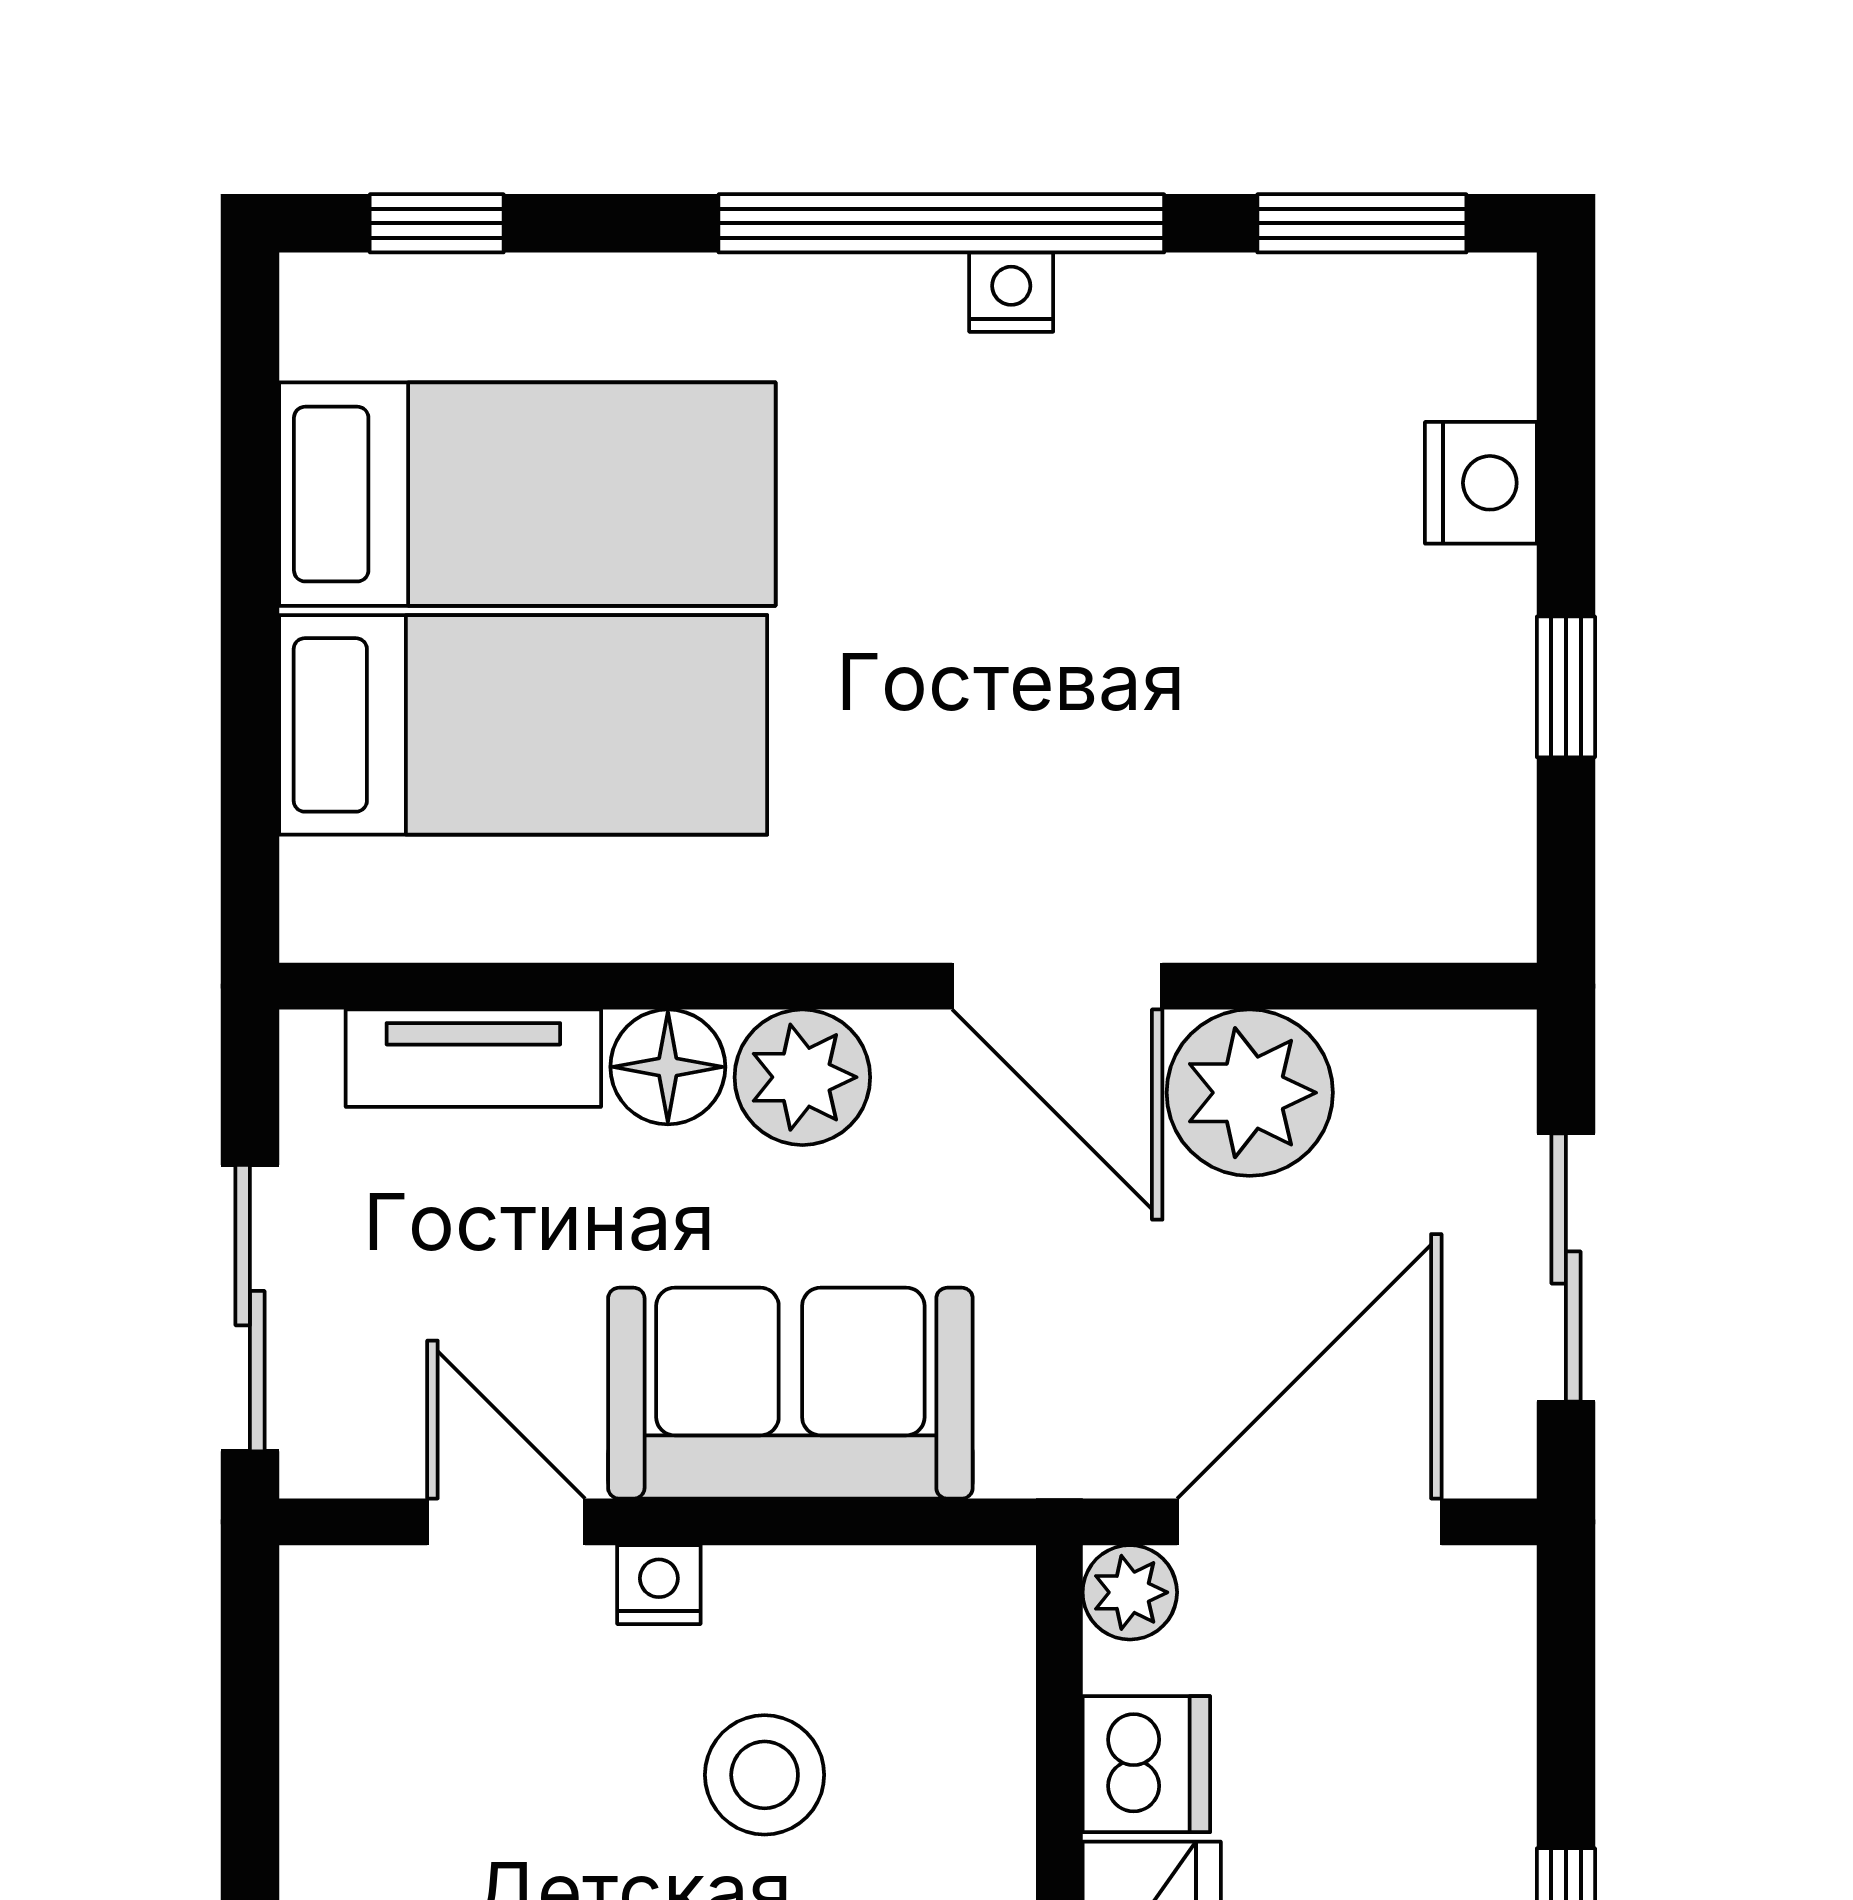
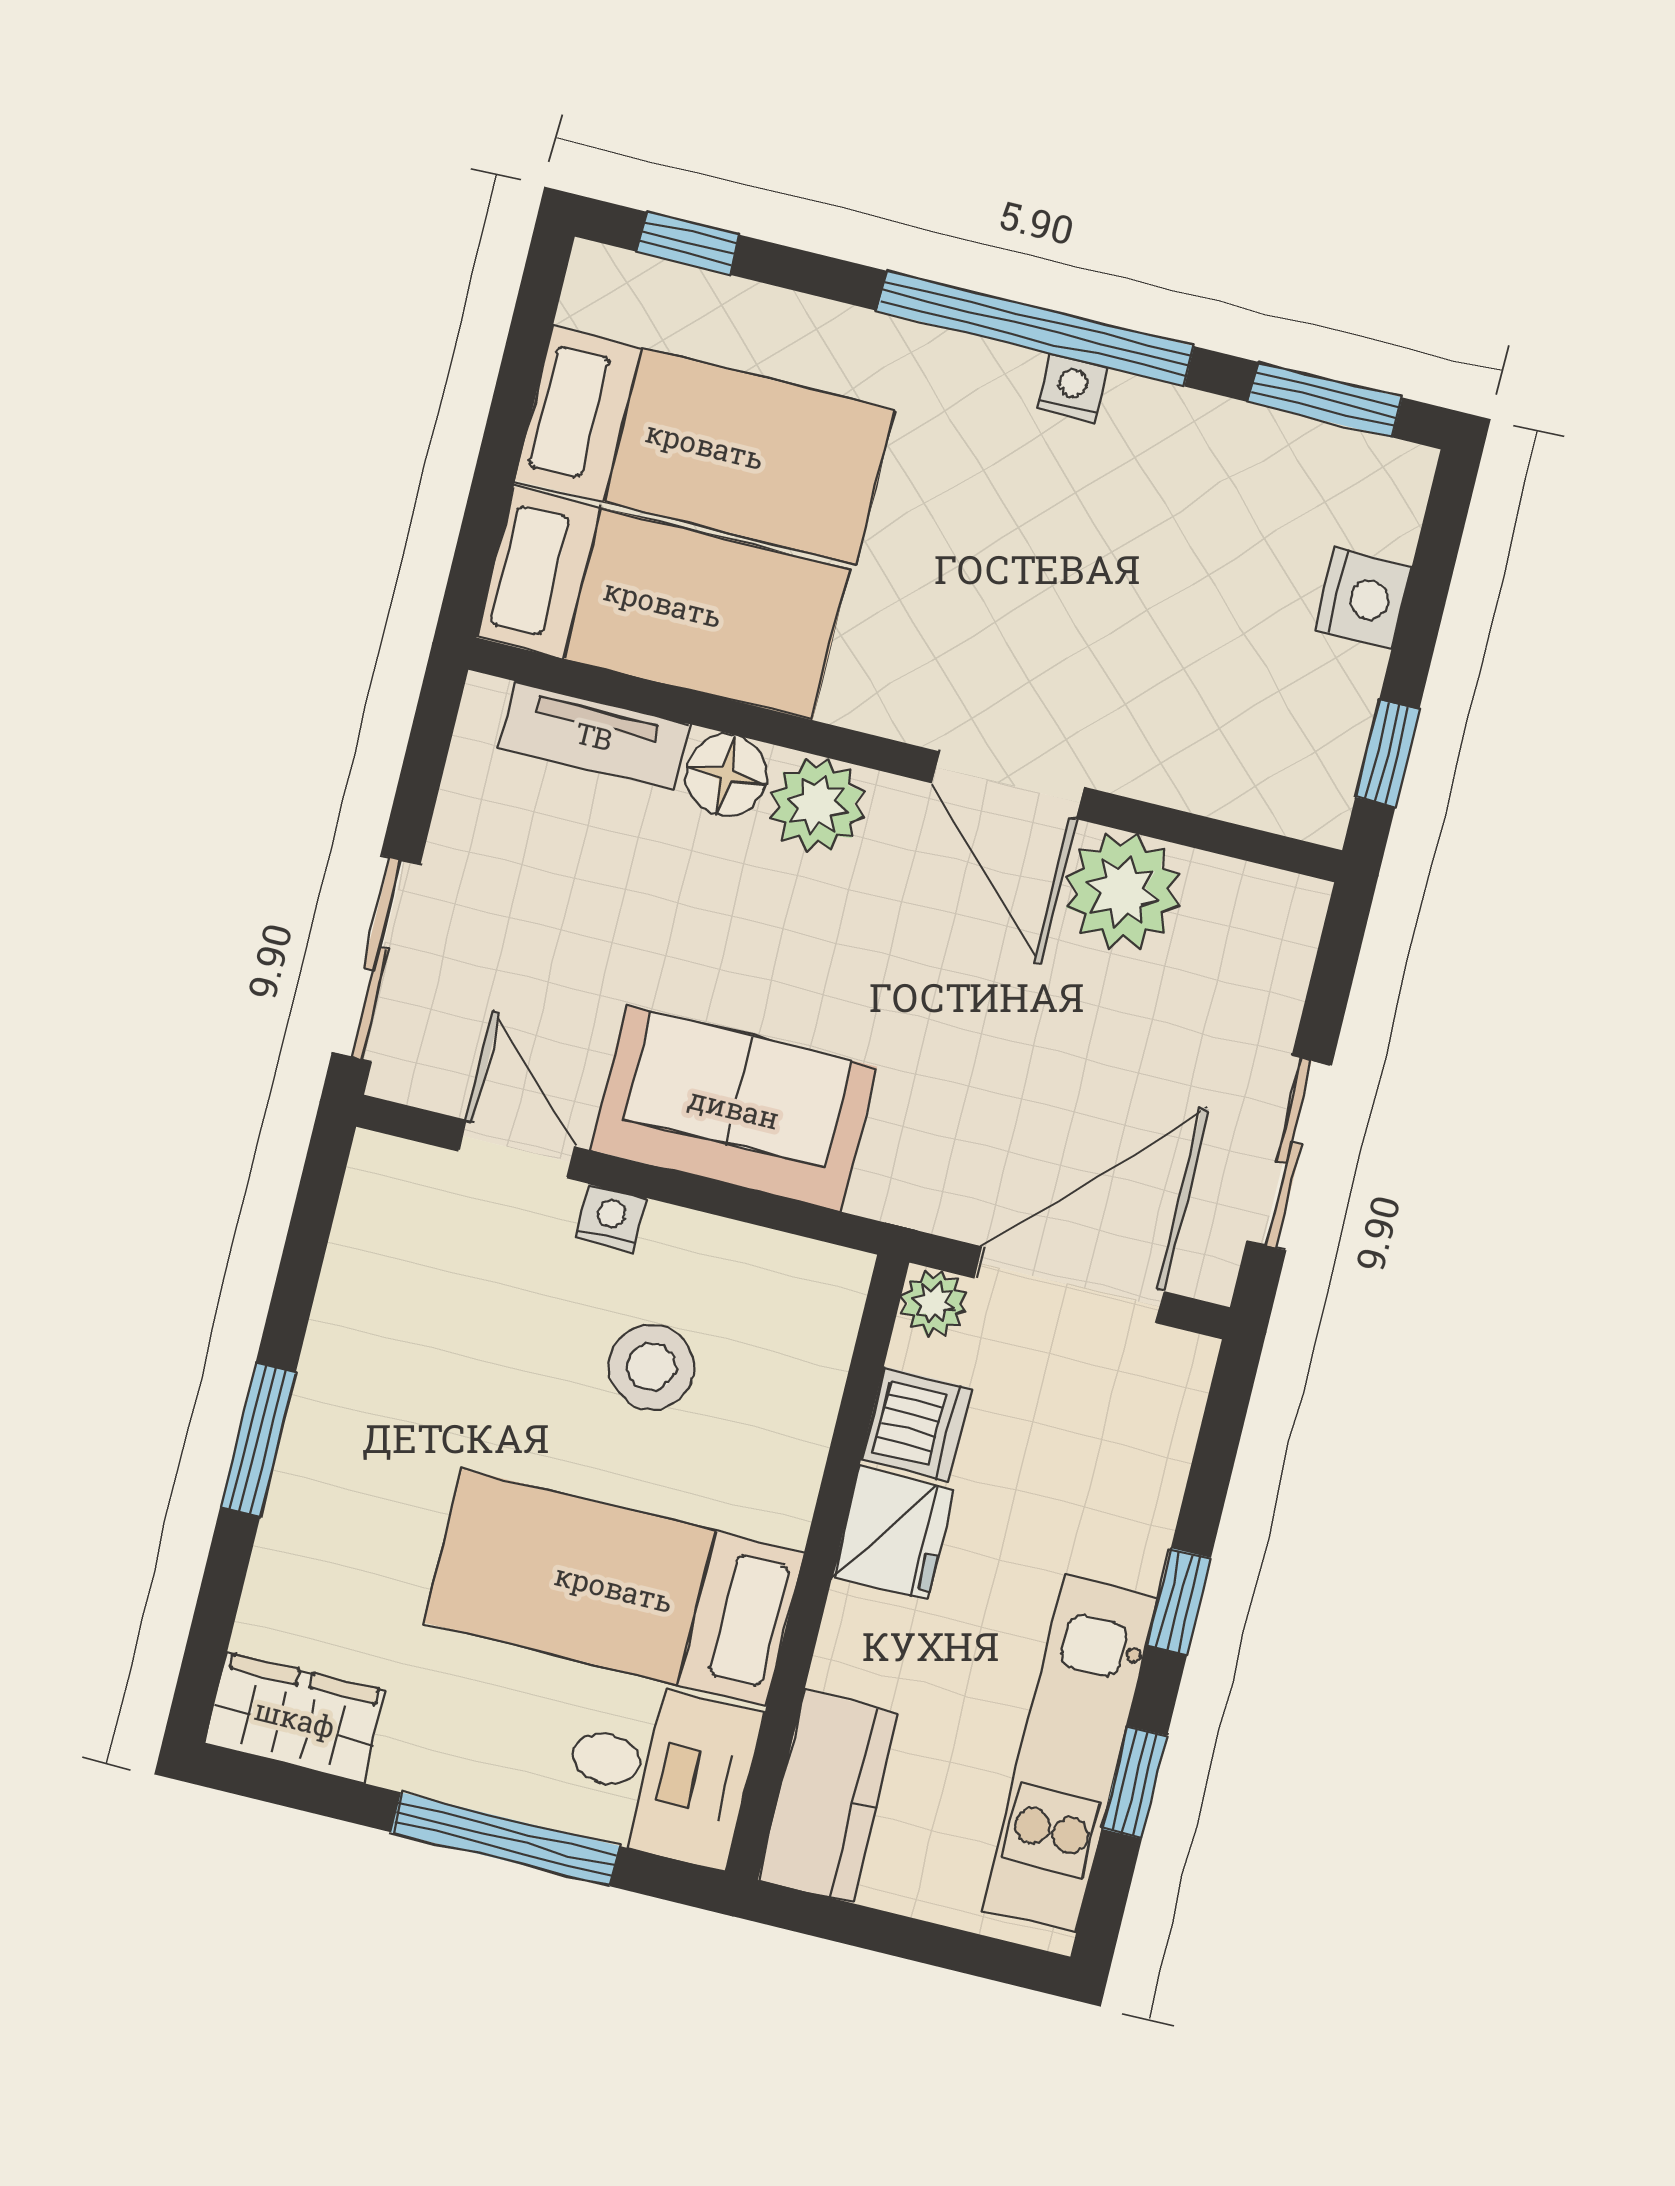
wall: (908, 986) -> (905, 760), moved
door: (1057, 986) -> (1008, 785), moved
tv unit: (473, 1058) -> (594, 736), moved
floor lamp: (668, 1067) -> (726, 775), moved
plant: (802, 1077) -> (817, 805), moved
plant: (1250, 1093) -> (1123, 891), moved

